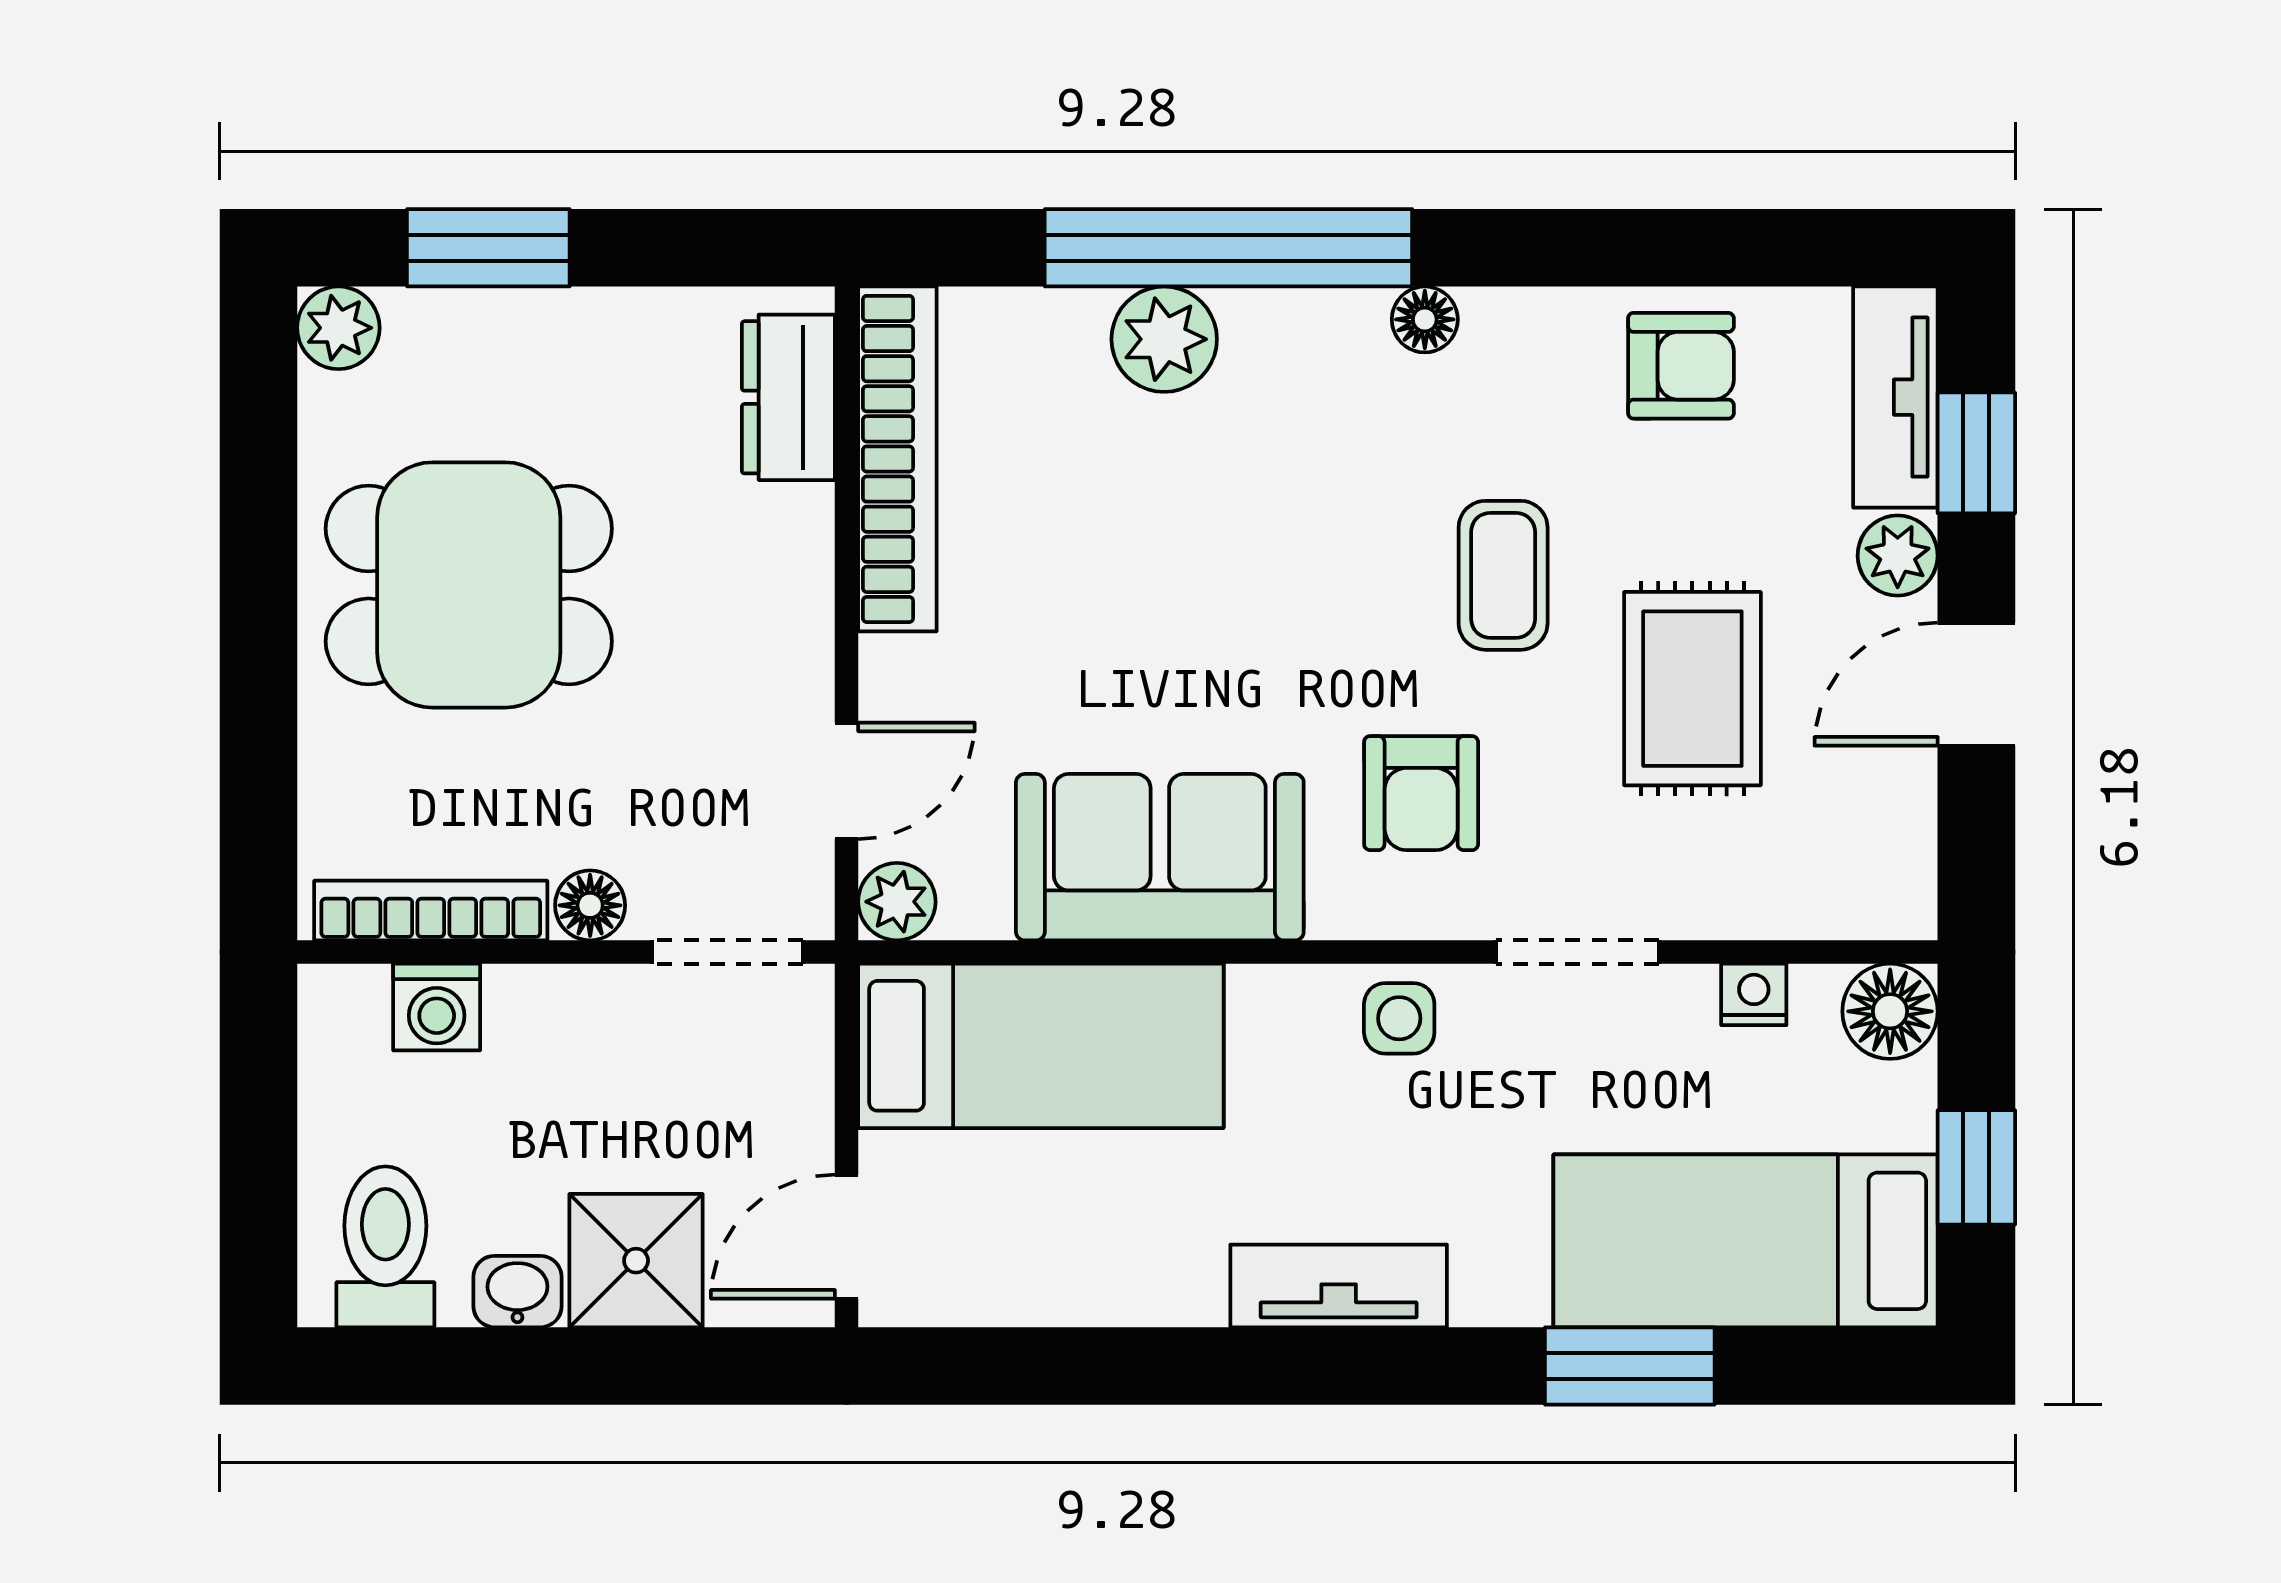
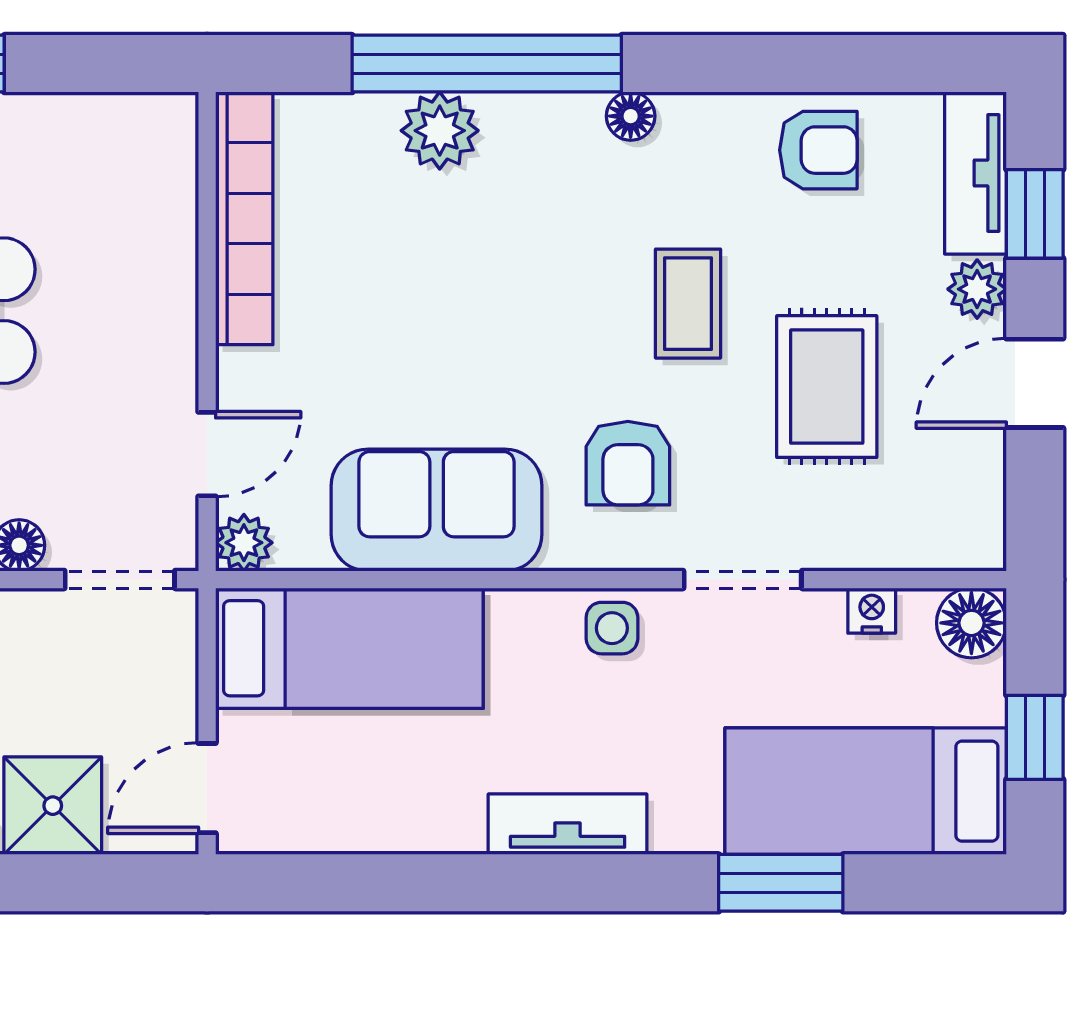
dresser: (788, 397) -> (164, 173), removed

